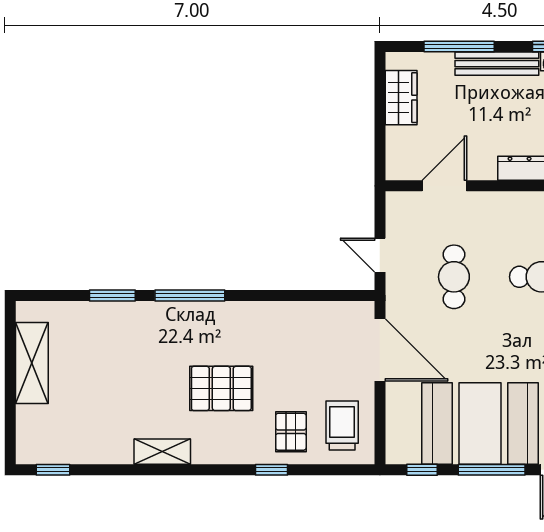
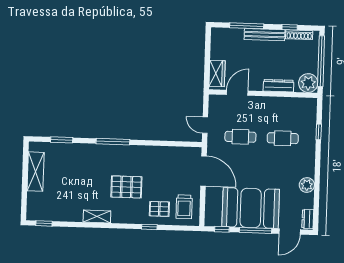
wardrobe: (401, 98) -> (217, 73), moved
cafe table: (454, 277) -> (240, 137), turned 90
window: (112, 296) -> (62, 140), moved
trolley: (342, 425) -> (184, 207), turned 180
pallet: (291, 432) -> (159, 209), turned 90

